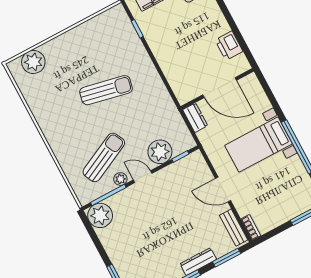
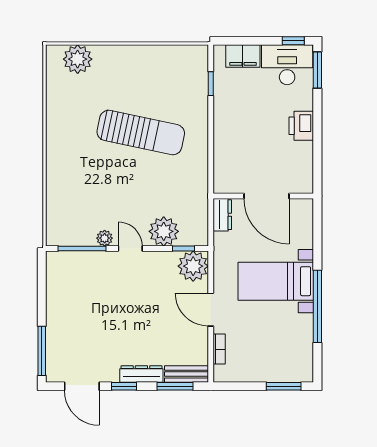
printer: (229, 46) -> (301, 126), moved
sun lounger: (106, 90) -> (141, 133), width x1.36, depth x1.34
sun lounger: (104, 157) -> (99, 205), removed
plant: (100, 215) -> (193, 266), moved
bookcase: (251, 227) -> (219, 349), moved
bench: (234, 228) -> (186, 374), moved, turned 90

